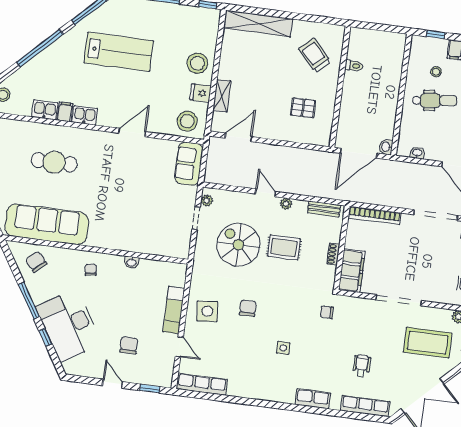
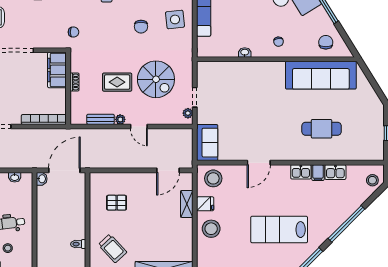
bench: (324, 209) -> (101, 119), moved
chair: (36, 262) -> (326, 42), turned -137

